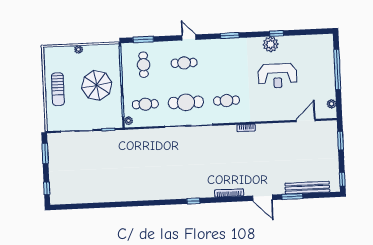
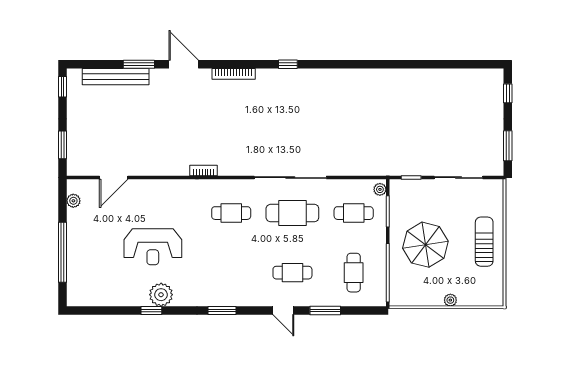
window: (143, 40) -> (325, 311), moved
reception desk: (278, 76) -> (153, 247), turned 180

